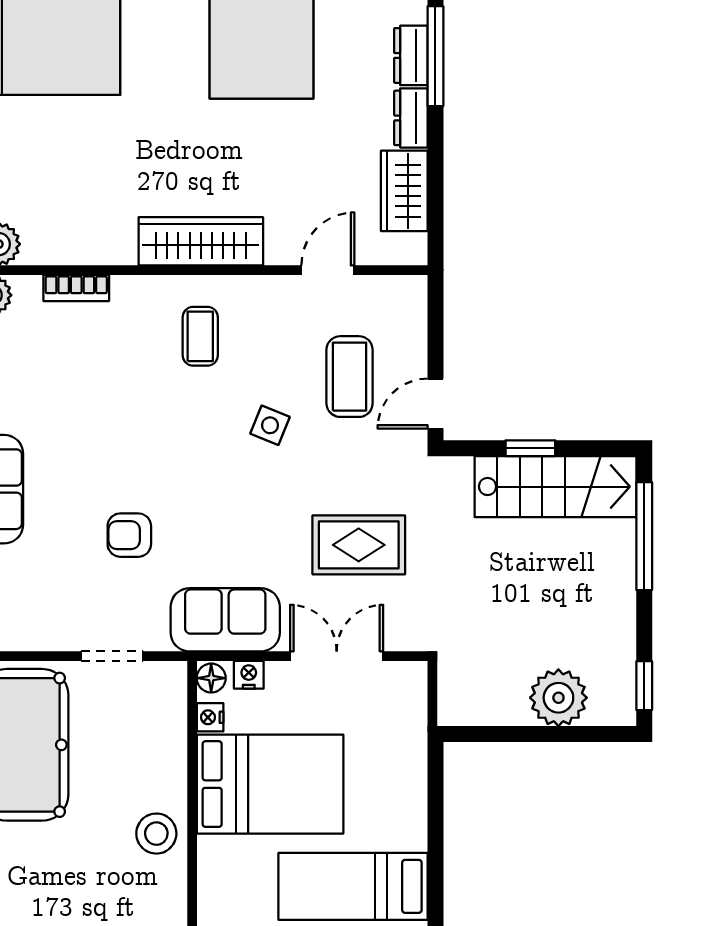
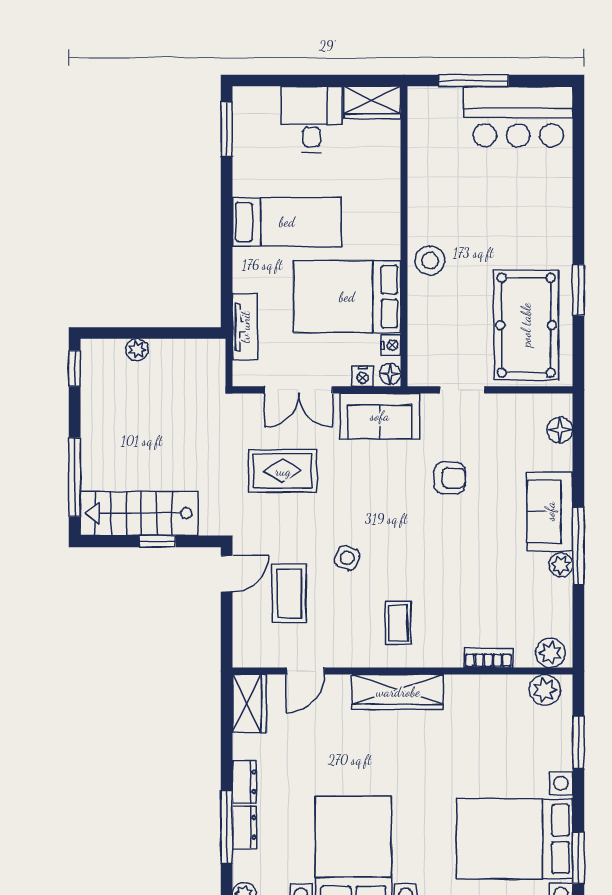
wardrobe: (404, 191) -> (249, 704), moved
plant: (558, 698) -> (137, 350), width x0.53, depth x0.53
tv unit: (410, 743) -> (245, 327), added

